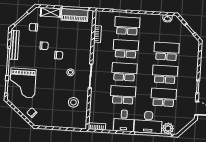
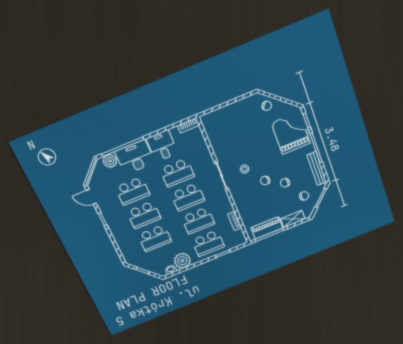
plant: (155, 21) -> (182, 261), added
stool: (73, 102) -> (227, 139), removed

